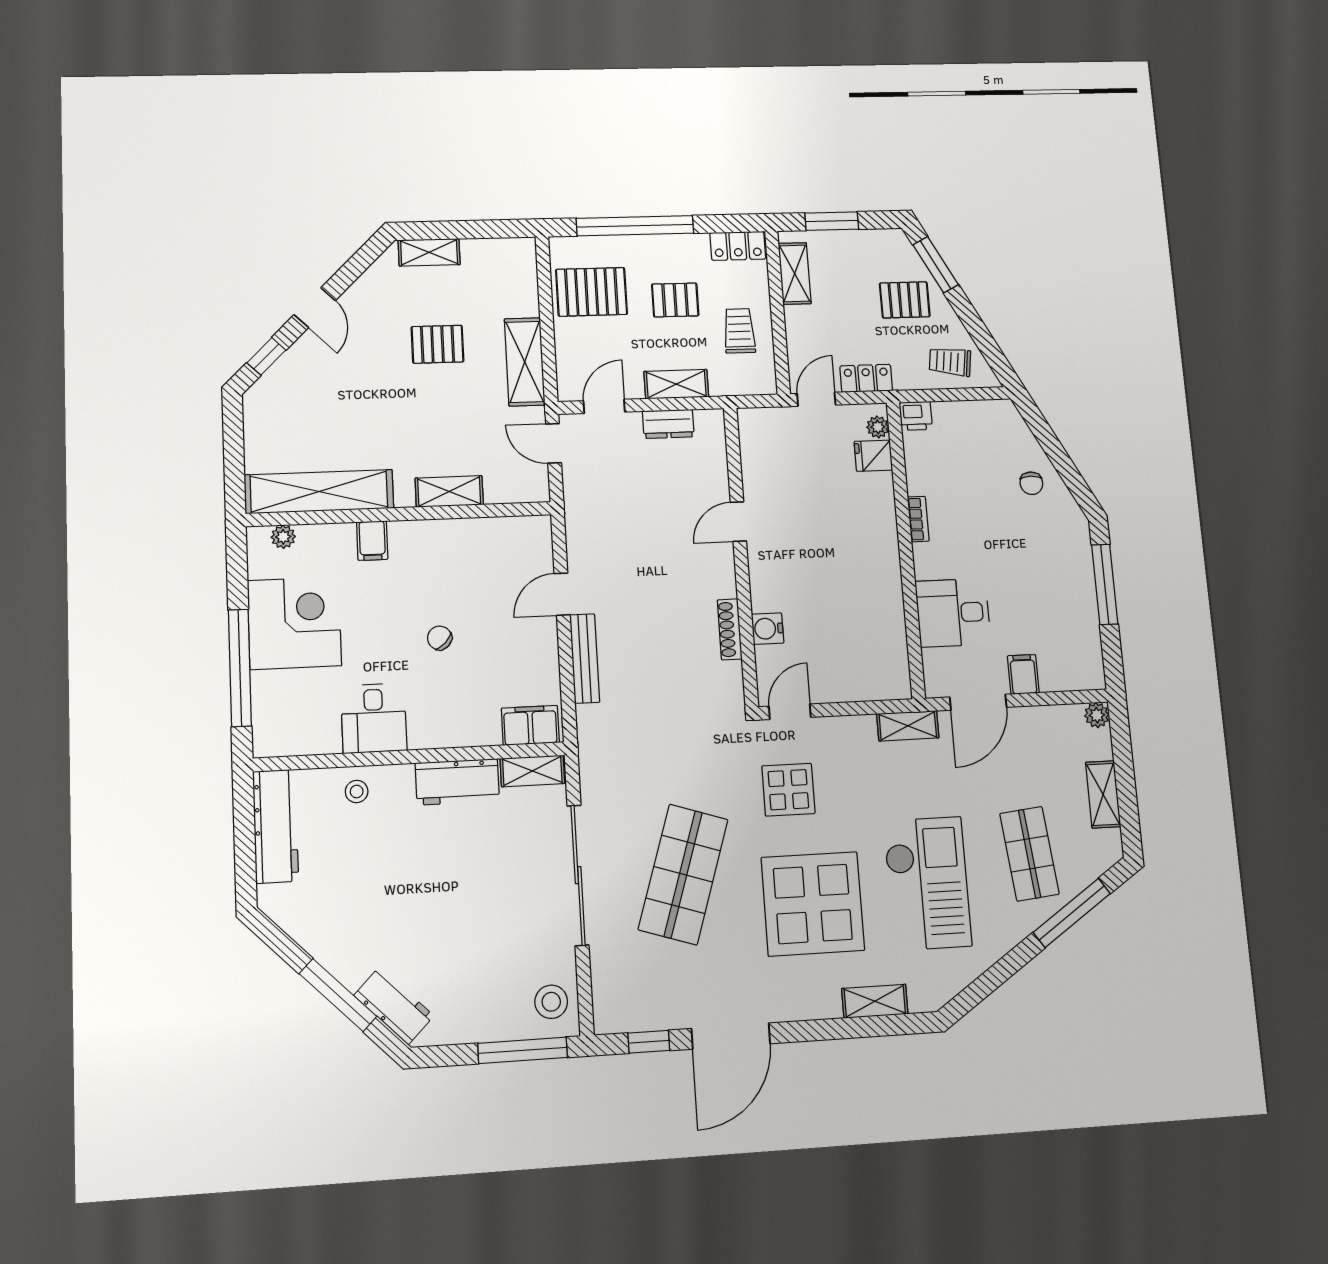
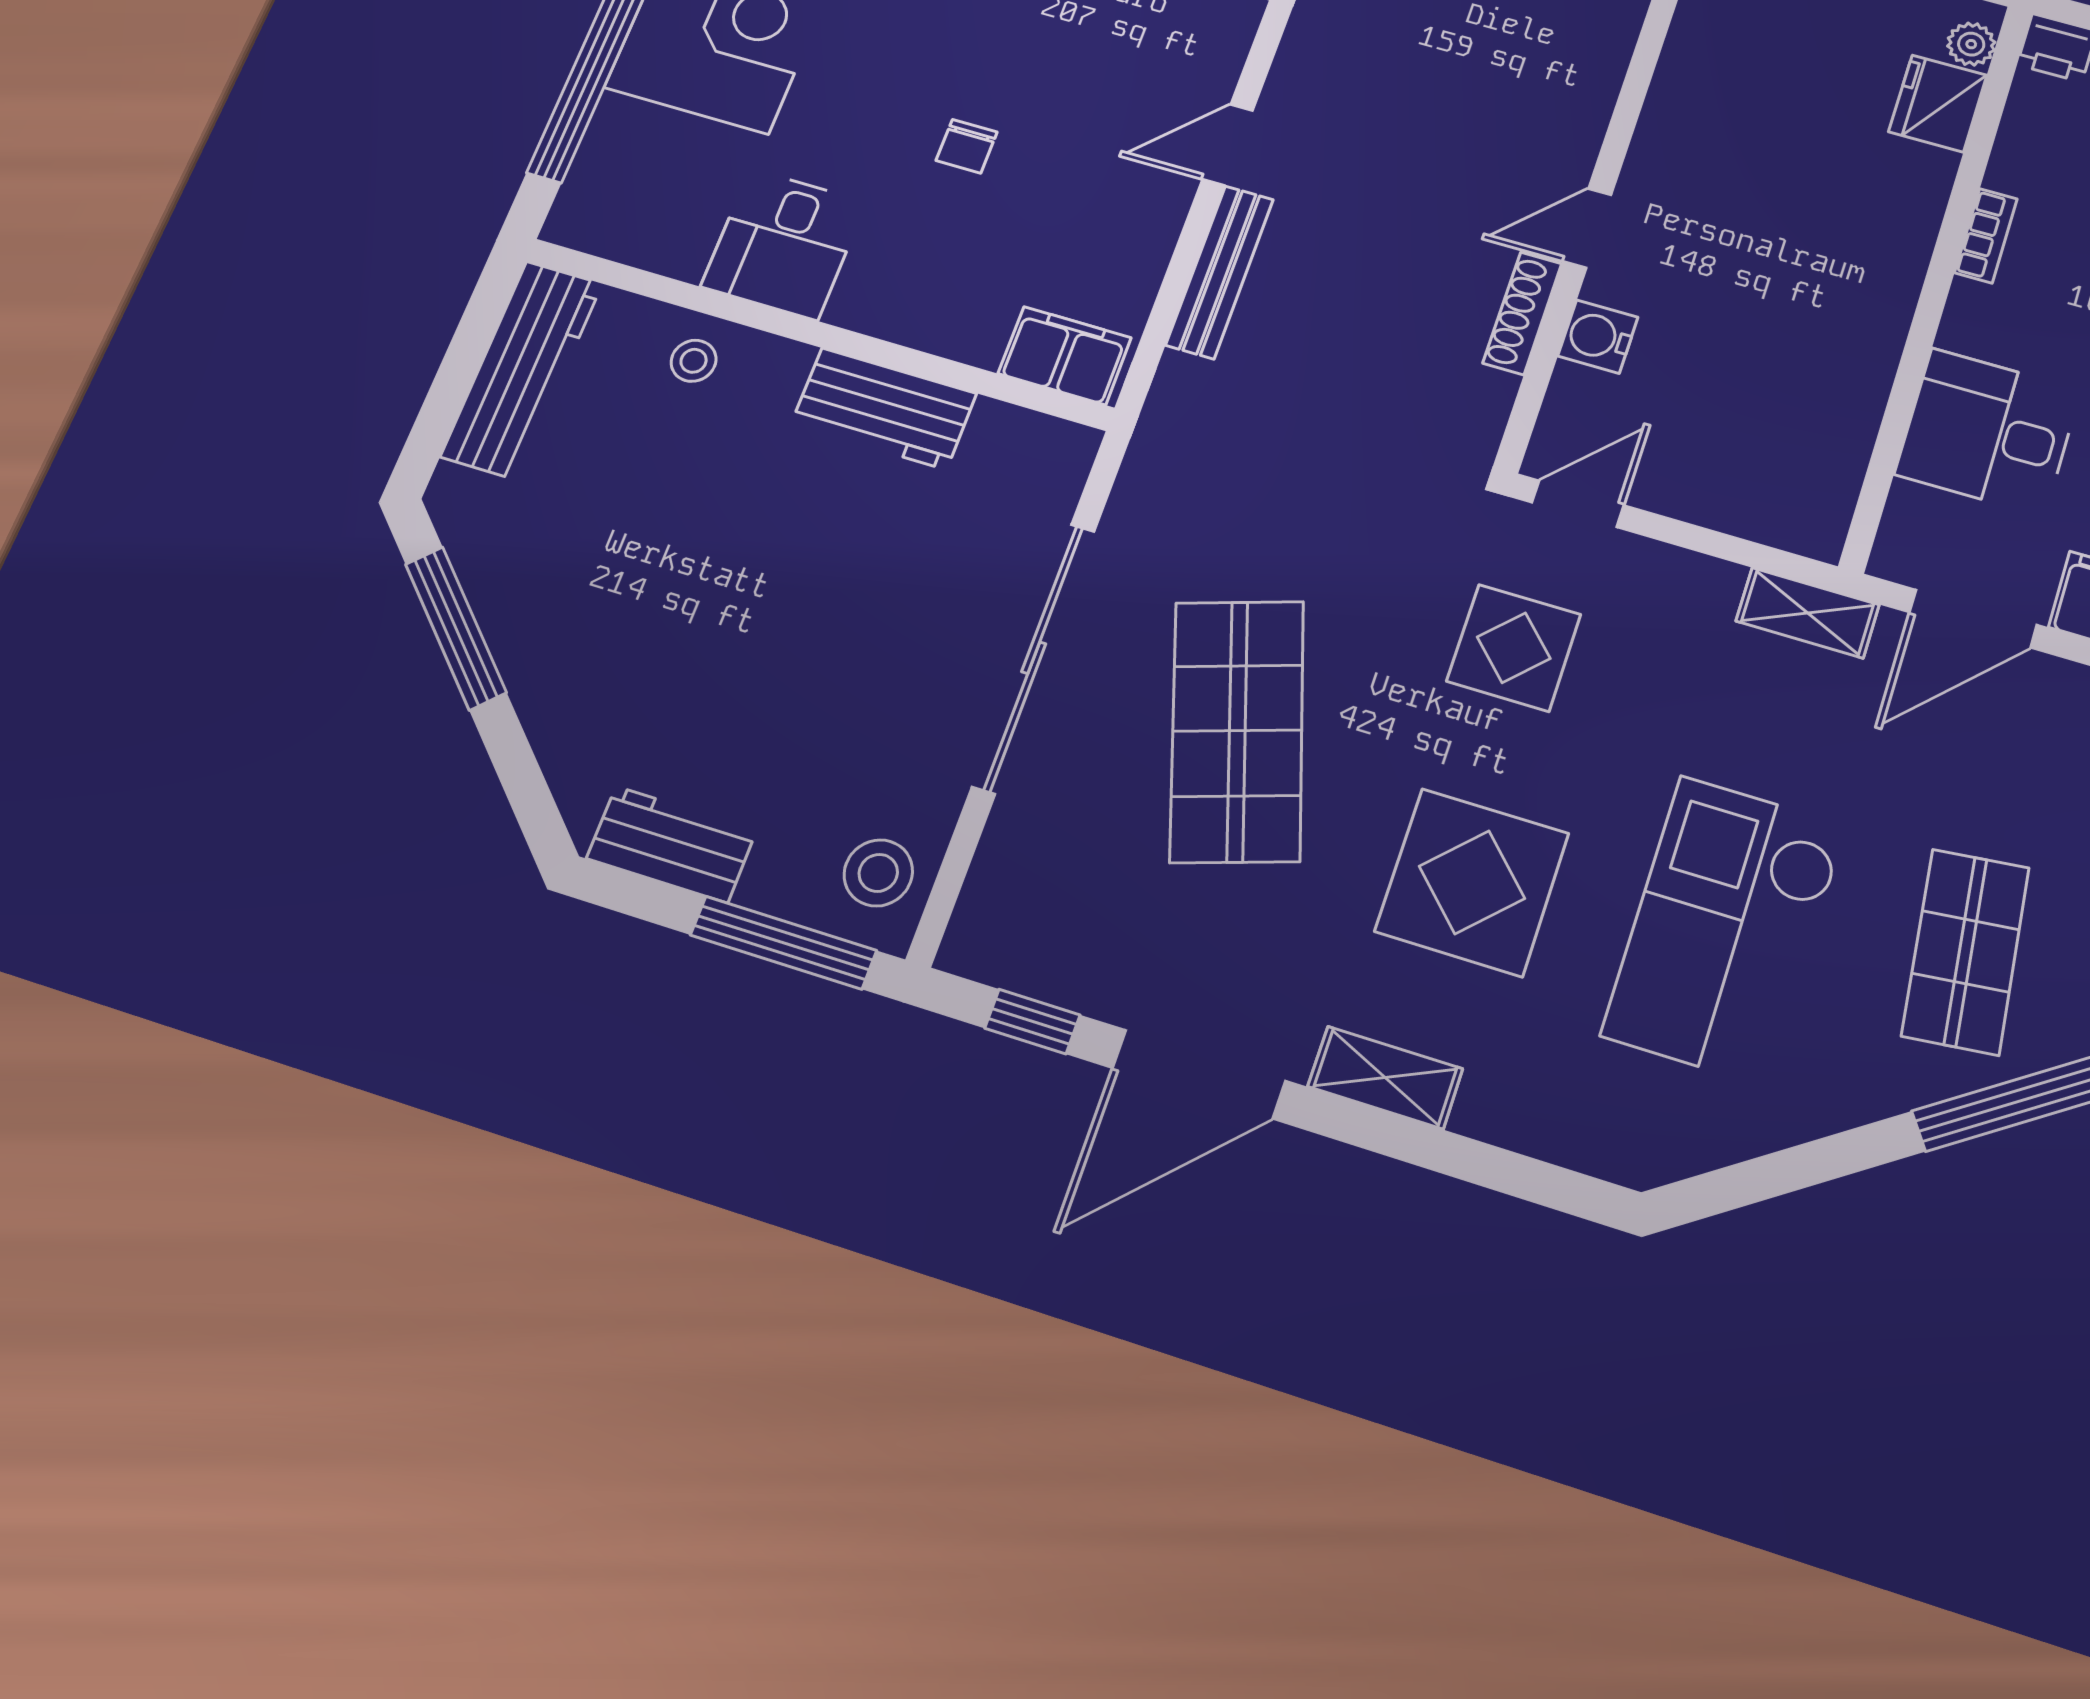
fridge: (873, 456) -> (1938, 104), width x1.38
door: (738, 522) -> (1587, 228), moved
chair: (440, 638) -> (967, 146), turned -134
shelving: (532, 771) -> (1032, 438), removed
shop shelf: (683, 874) -> (1237, 731), turned -36
checkout: (927, 883) -> (1725, 930), turned 180
display table: (813, 904) -> (1472, 882), width x0.73, depth x0.73
window: (338, 995) -> (456, 628), moved
shelving: (875, 1001) -> (1385, 1078), moved
workbench: (394, 1006) -> (672, 844), moved, turned -45

